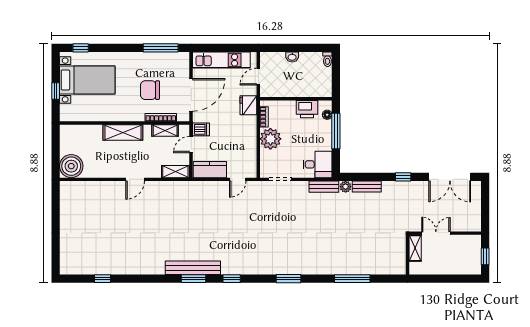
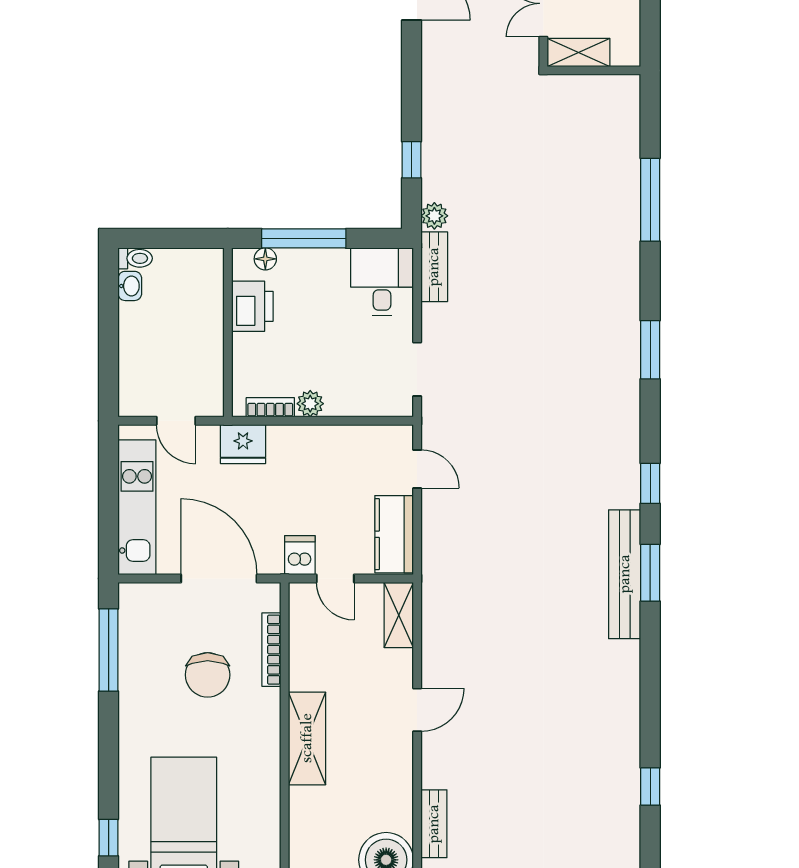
washbasin: (292, 57) -> (130, 286), moved
shelving: (165, 130) -> (302, 640), removed
plant: (270, 139) -> (310, 404), width x0.53, depth x0.53
window: (403, 177) -> (411, 160), moved
door: (135, 179) -> (417, 710), hinge flipped
bench: (367, 187) -> (434, 824), moved

